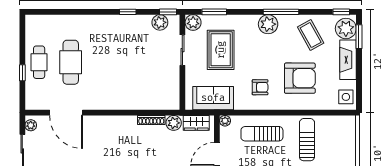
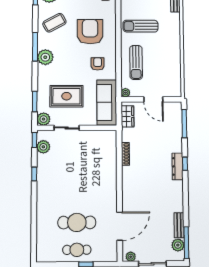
sofa: (213, 98) -> (107, 102), width x1.36
plant: (174, 123) -> (128, 135), removed

